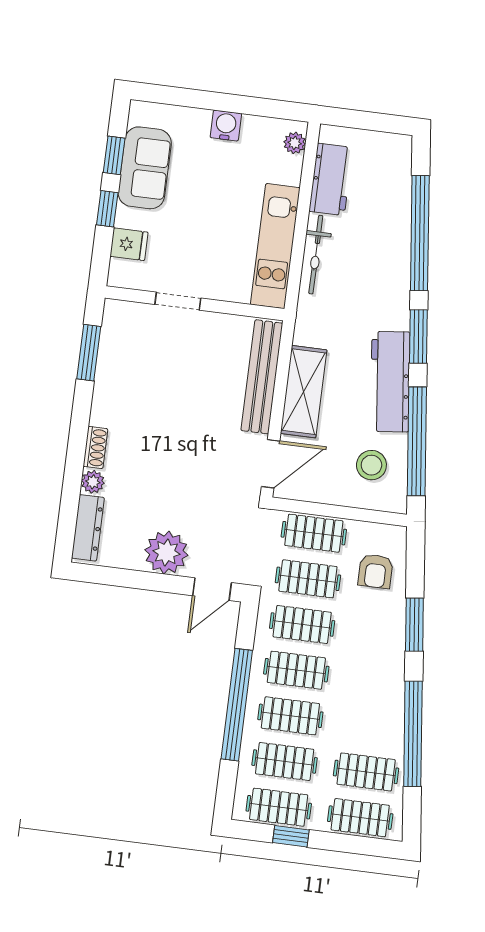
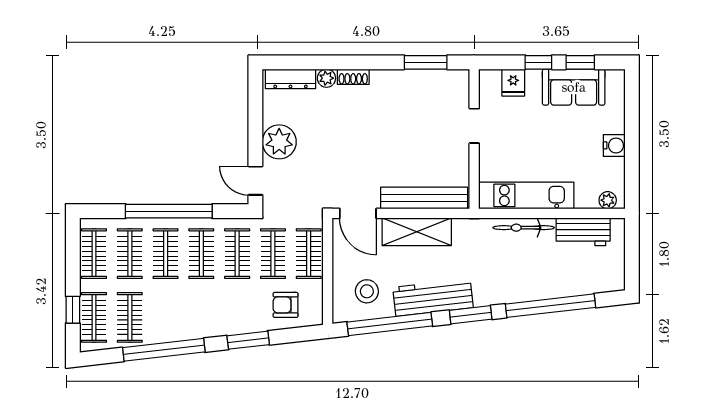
window: (291, 836) -> (73, 310), moved

